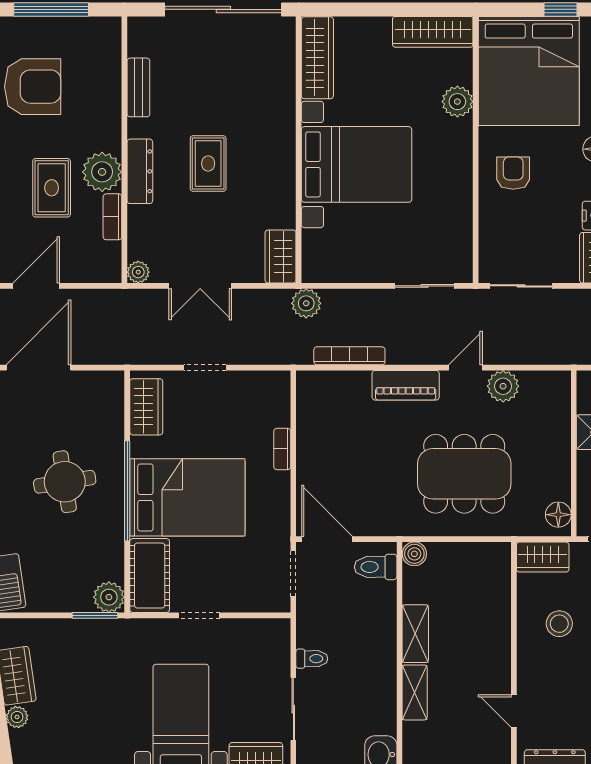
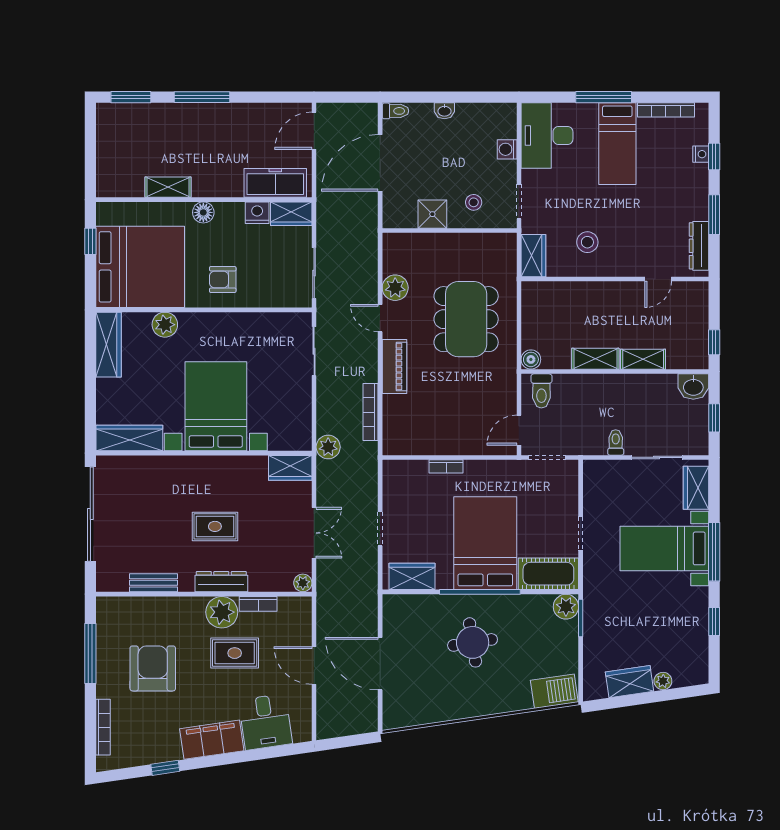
floor lamp: (558, 515) -> (499, 243), removed
door: (327, 539) -> (519, 430), width x0.73

